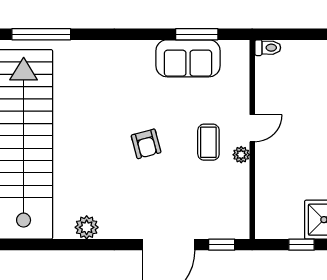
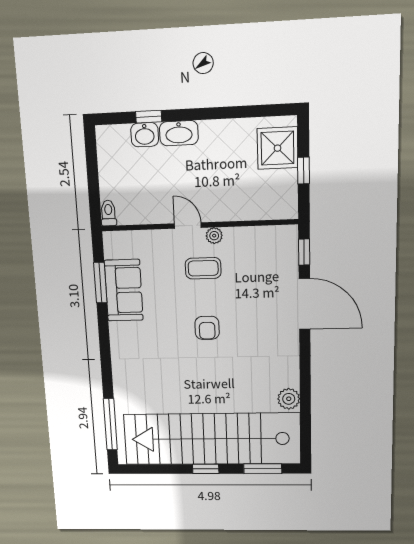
armchair: (146, 144) -> (207, 328), turned 105
plant: (87, 227) -> (289, 399), moved

